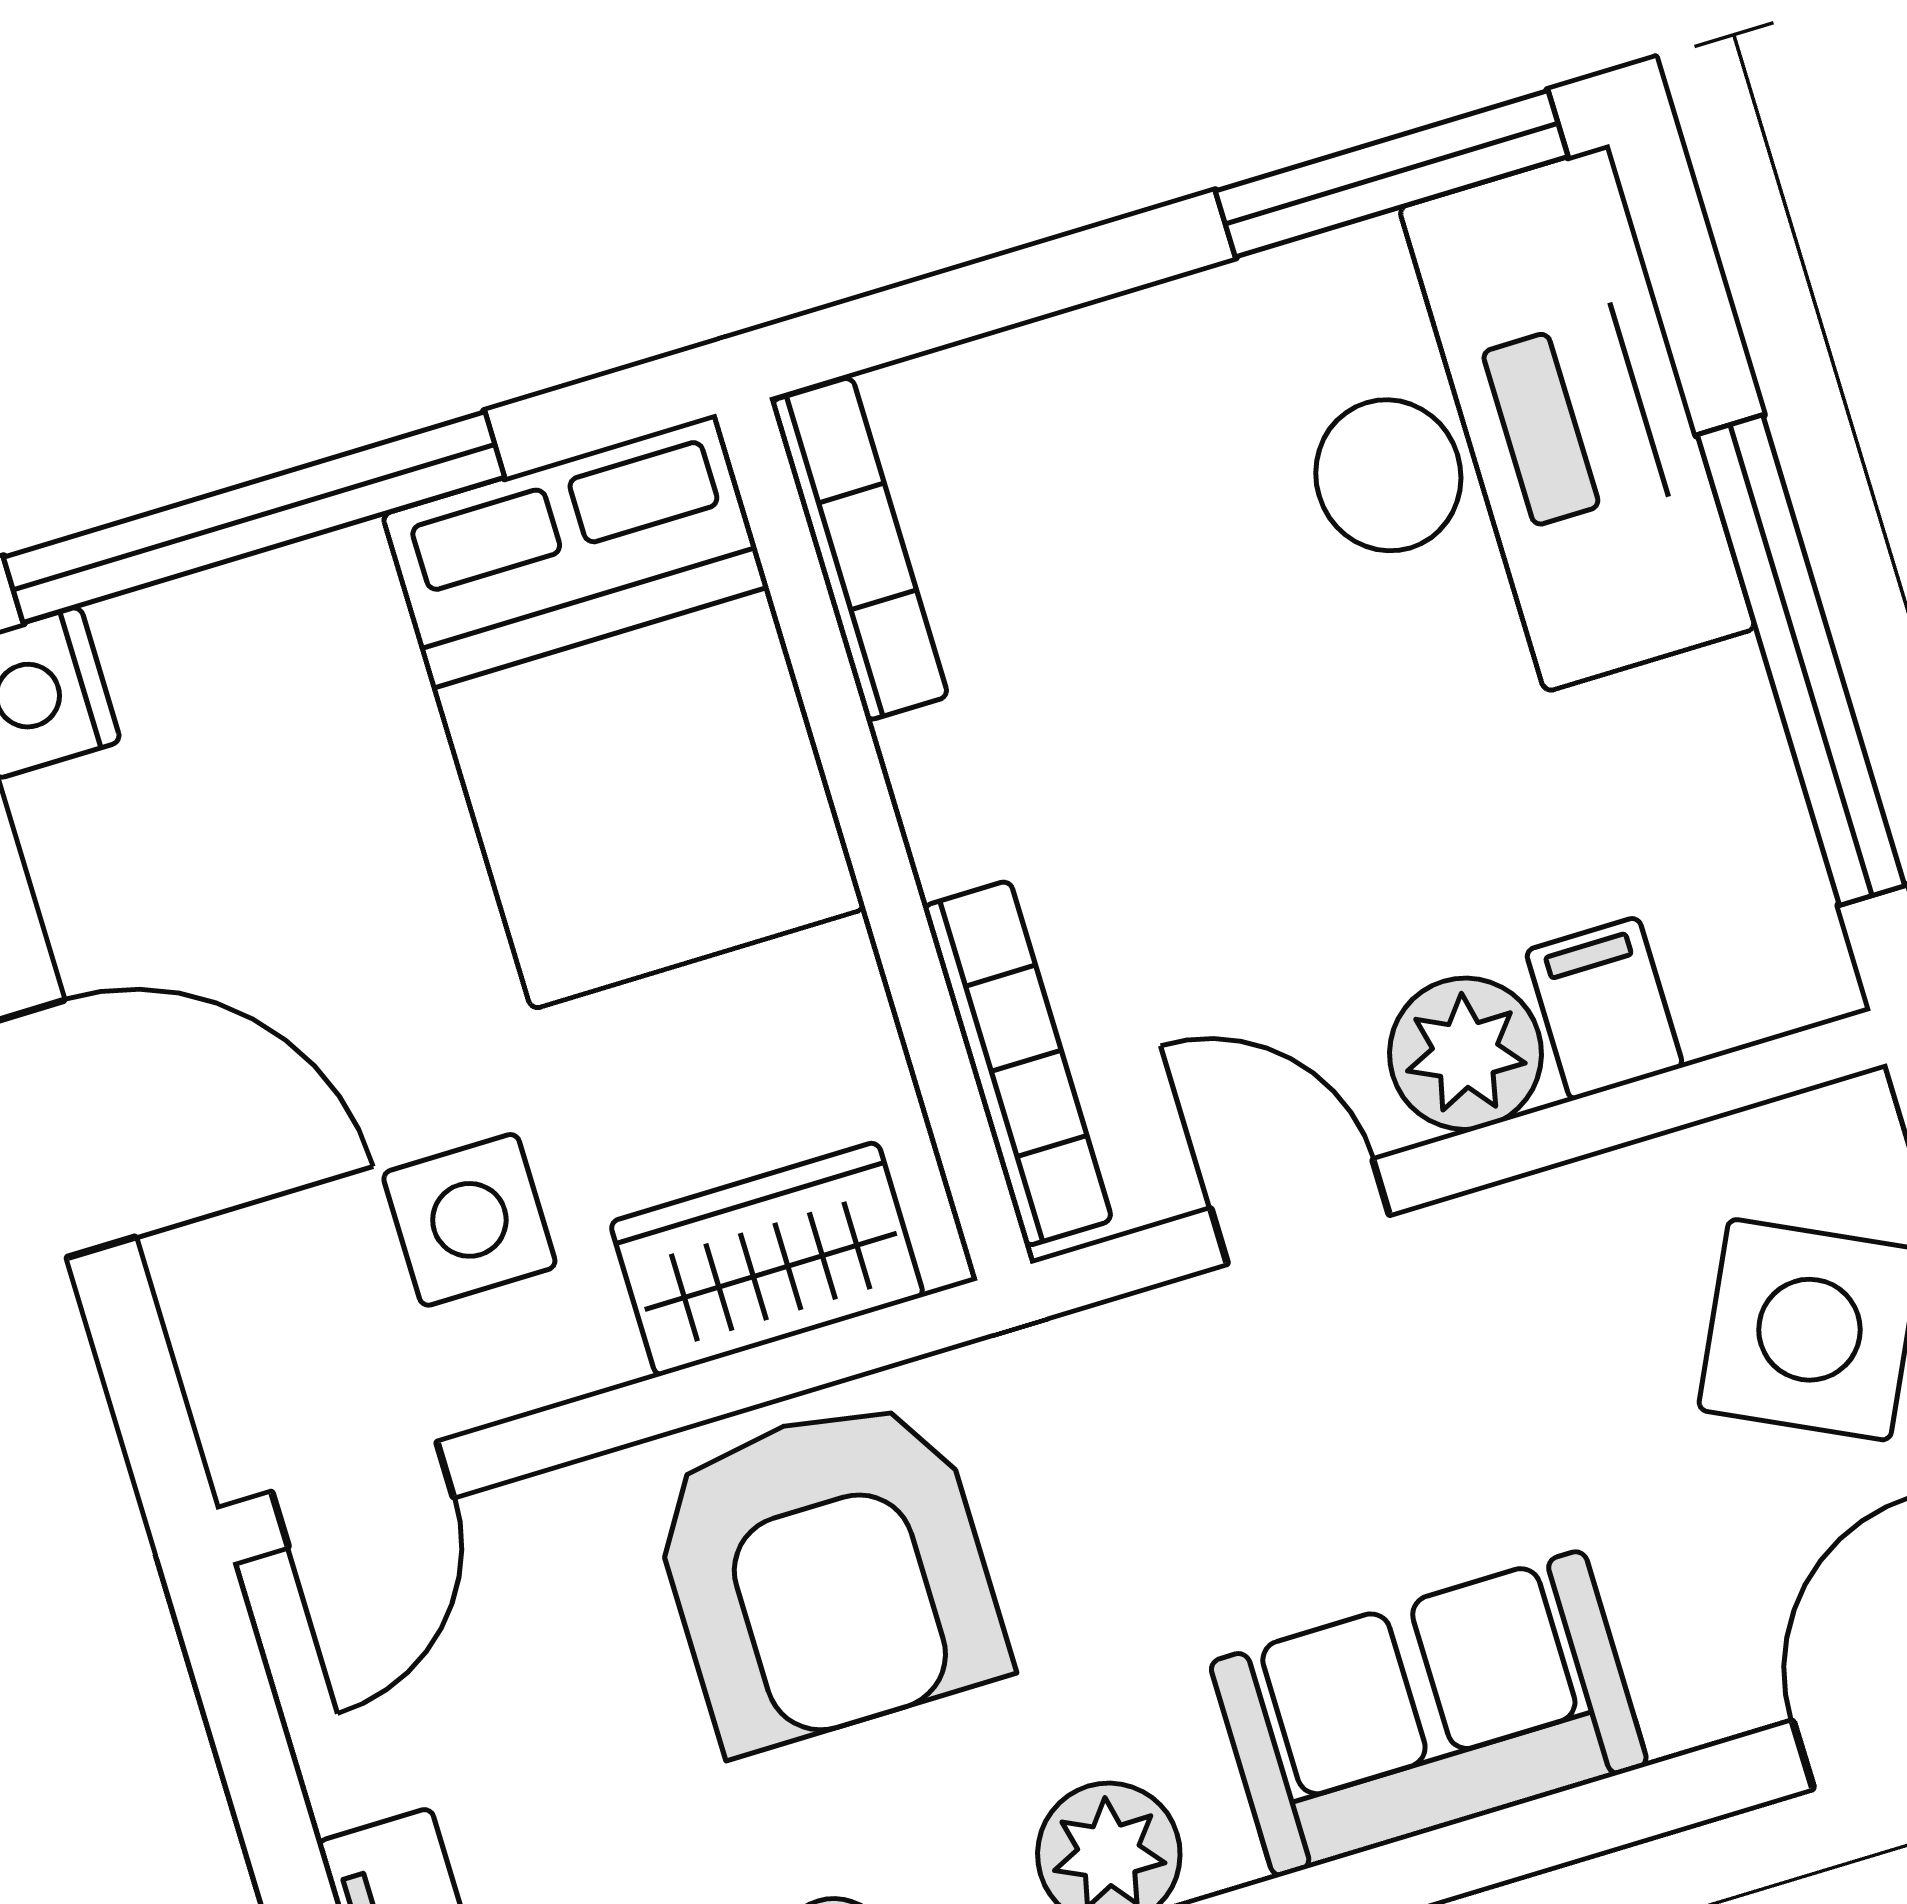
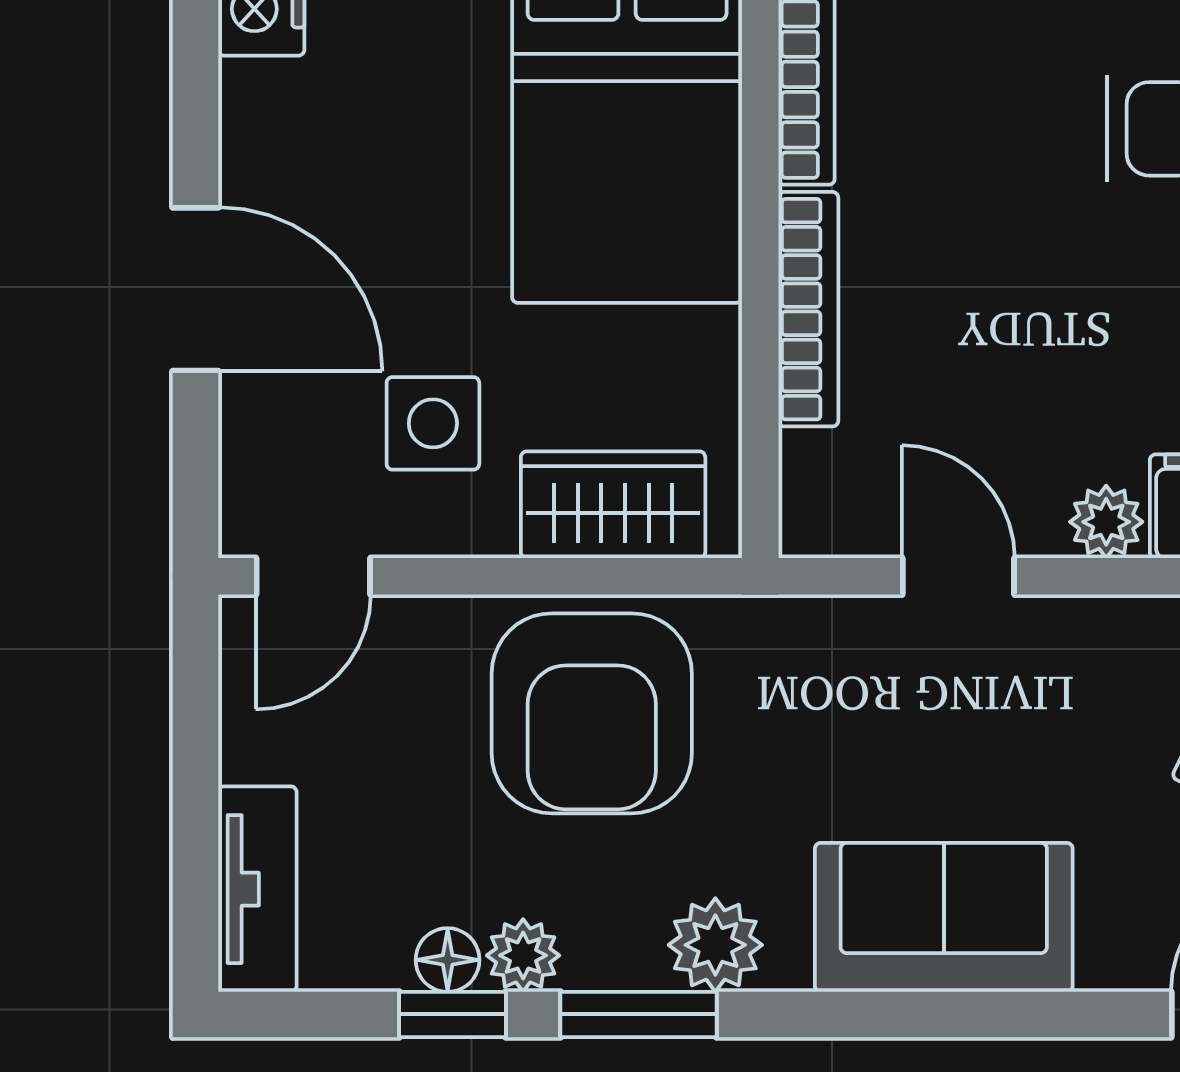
plant: (1466, 1054) -> (1106, 522), width x0.73, depth x0.73
bookcase: (1018, 1063) -> (808, 309), moved

